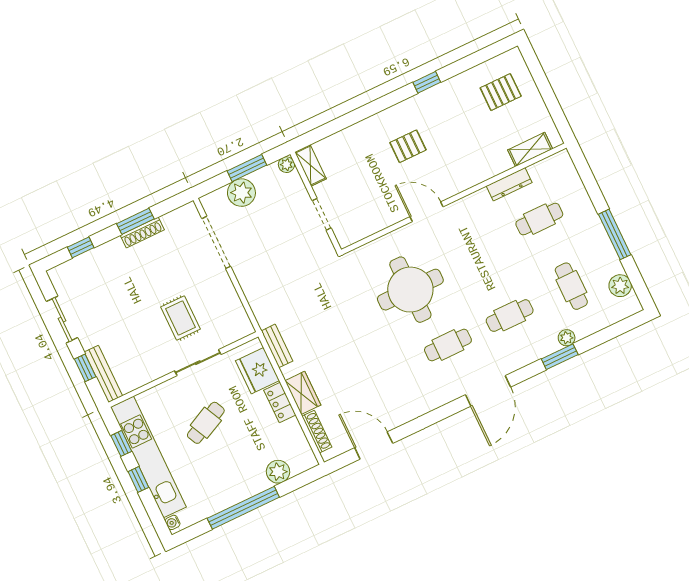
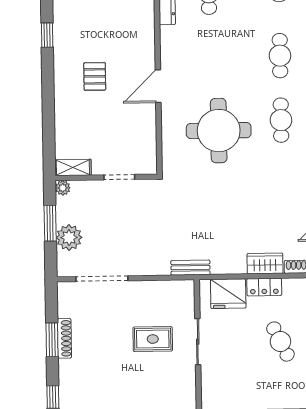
bench: (277, 346) -> (190, 268), moved
cafe table: (206, 423) -> (280, 342), moved

